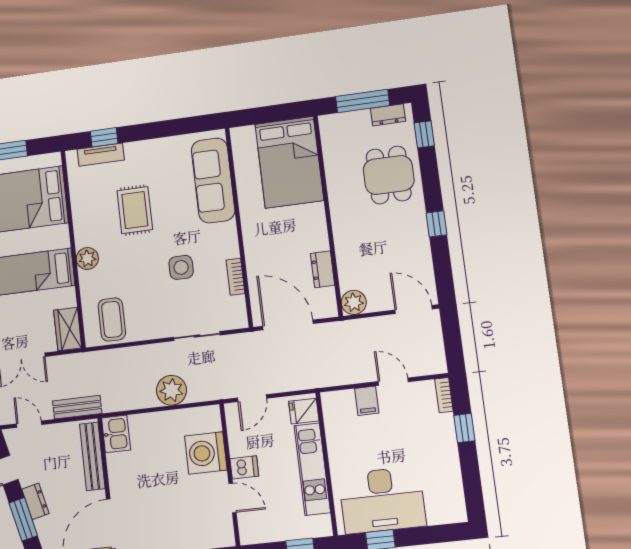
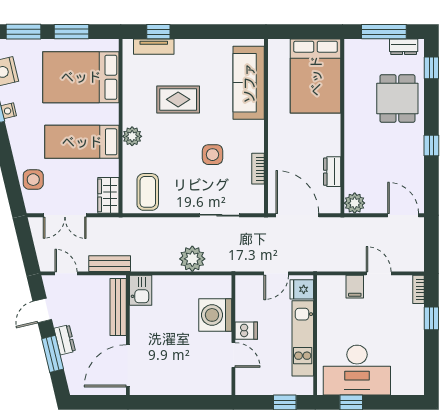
rug: (135, 210) -> (178, 99), turned 90
door: (252, 398) -> (276, 273), moved

